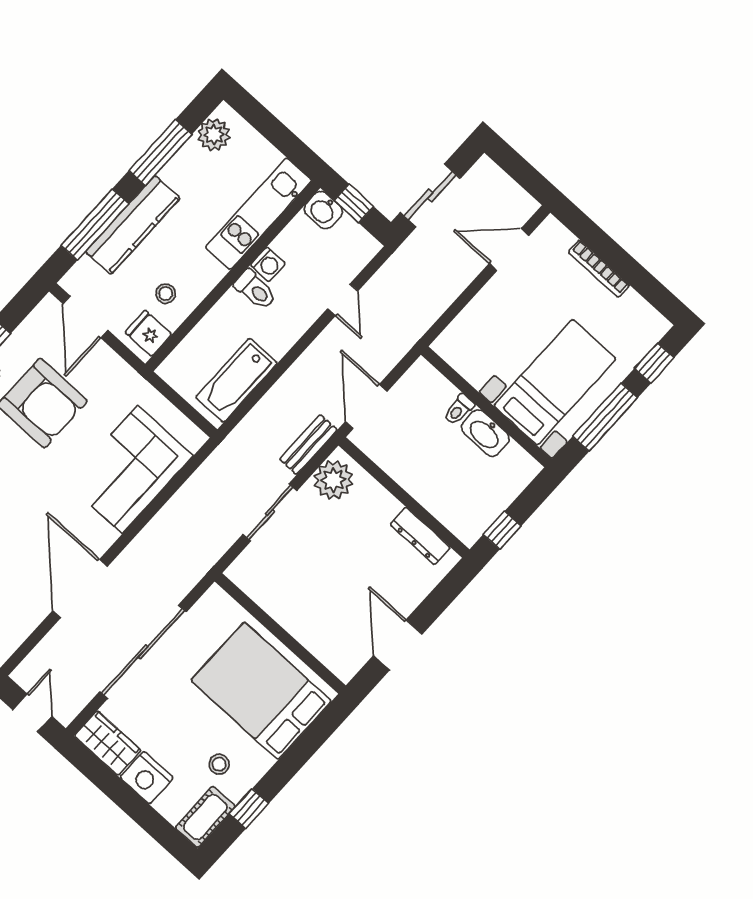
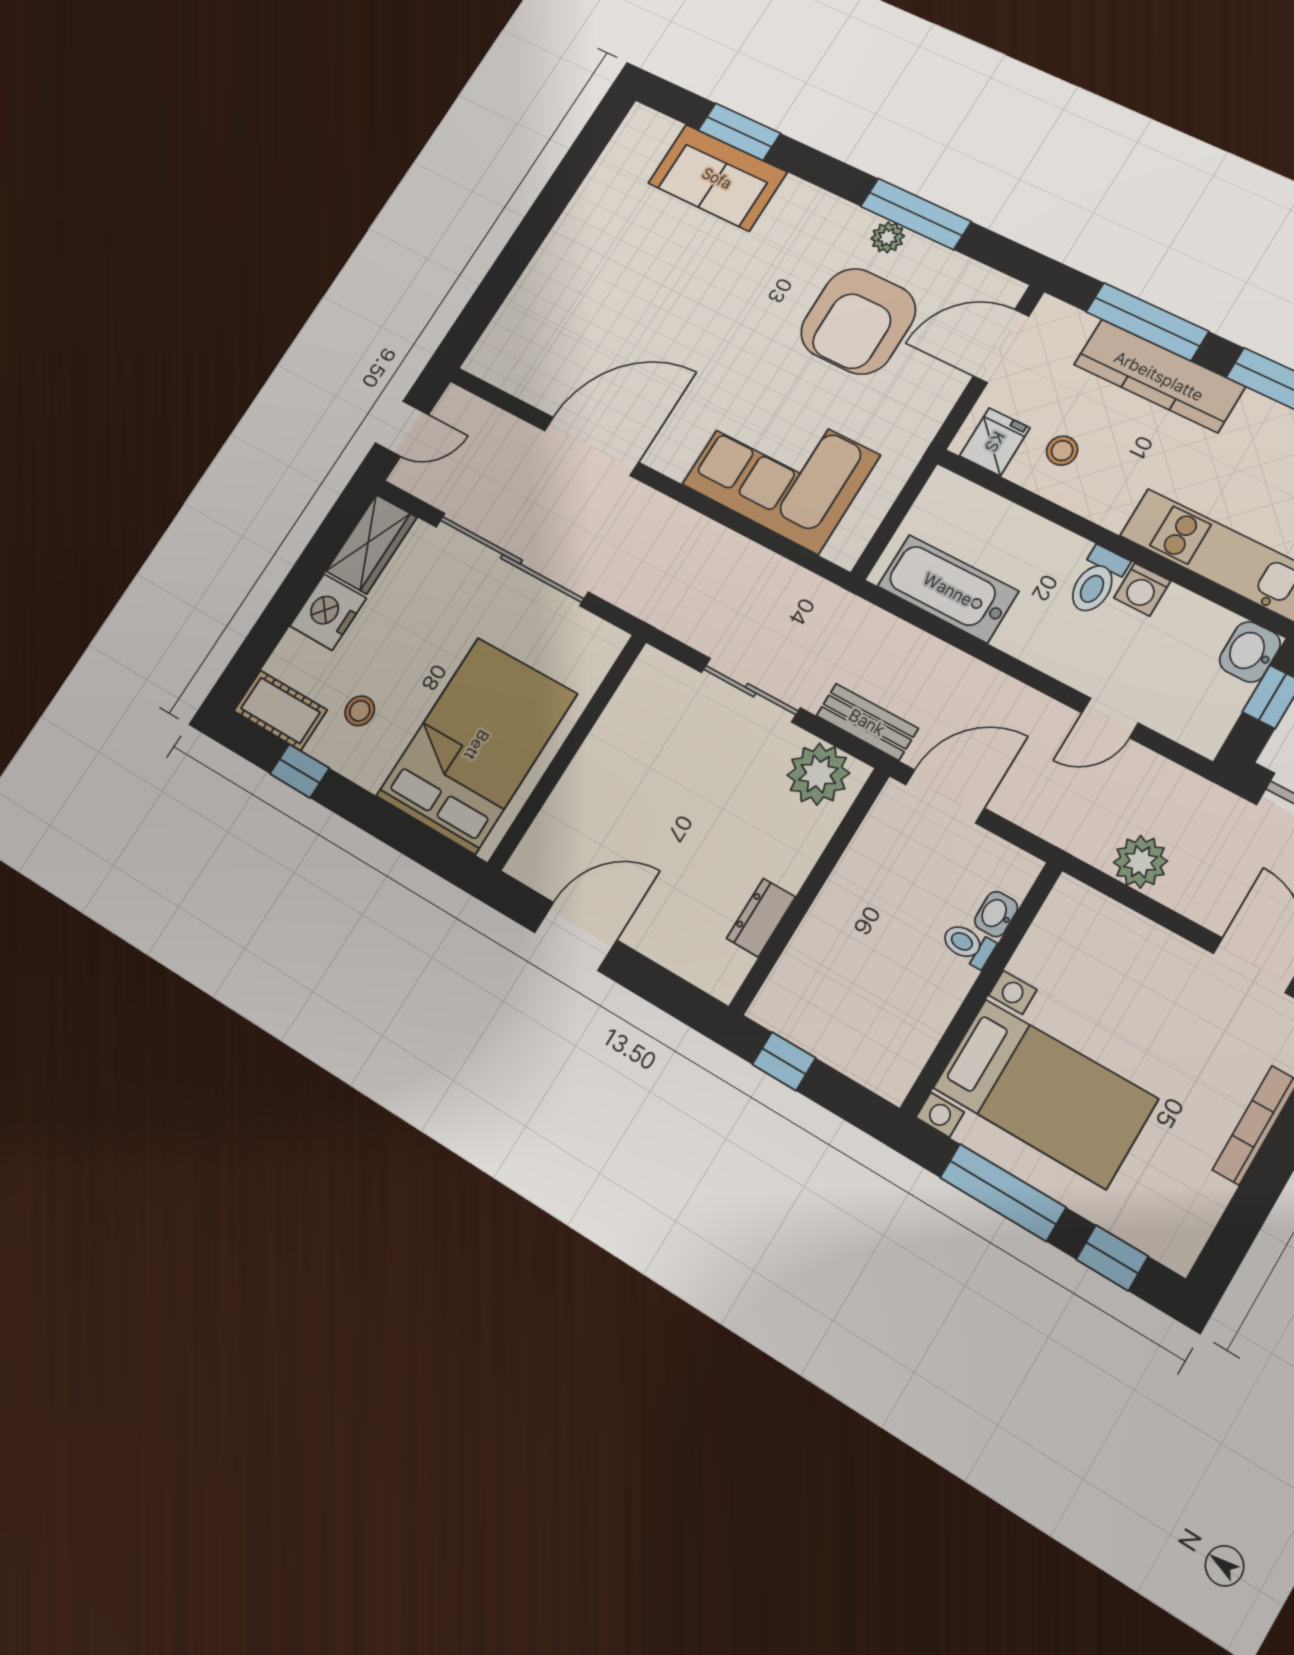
plant: (434, 300) -> (1140, 862), added
washbasin: (485, 433) -> (996, 914), moved, width x0.52, depth x0.69
dresser: (420, 536) -> (761, 918), width x0.70

